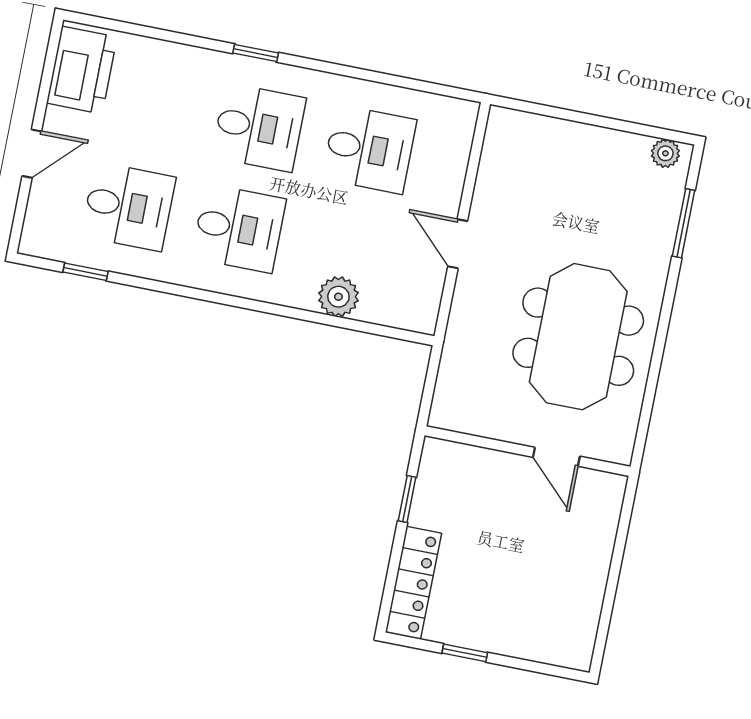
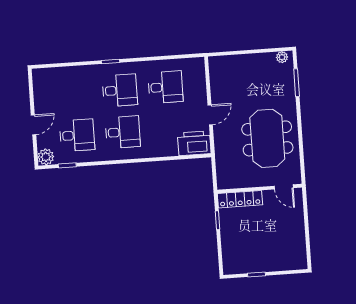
printer: (82, 70) -> (194, 143), moved, turned -90
door: (458, 244) -> (210, 115), swing flipped
plant: (338, 297) -> (46, 157), moved
door: (556, 457) -> (284, 187), moved
locker: (413, 583) -> (240, 199), moved, turned 90

